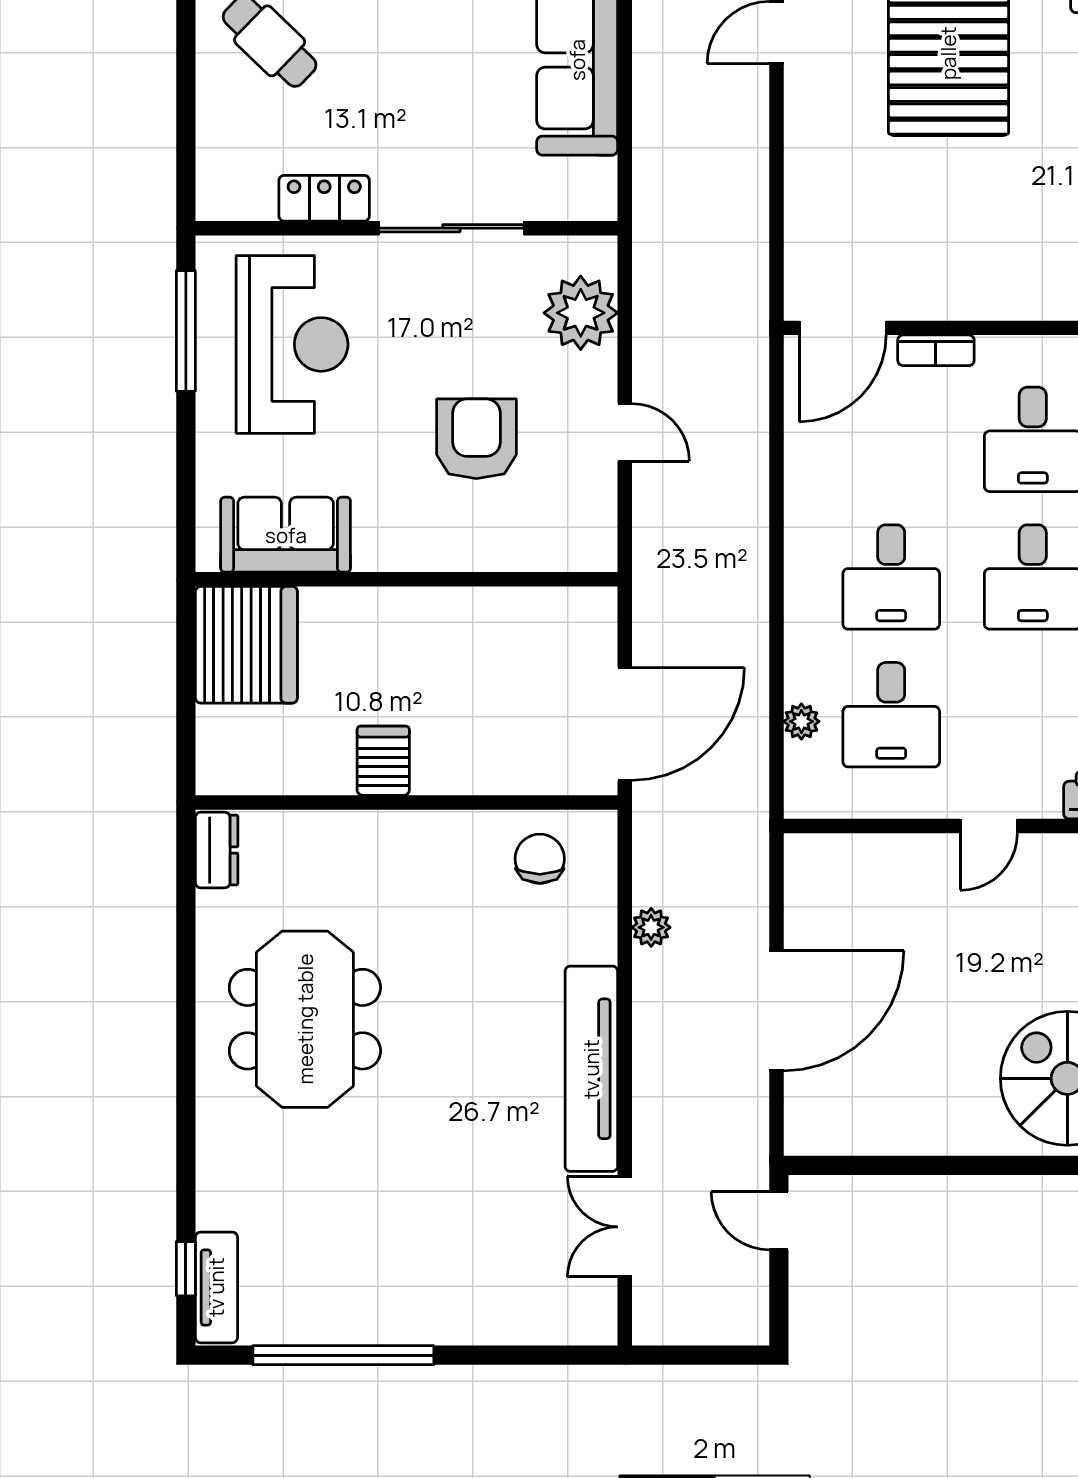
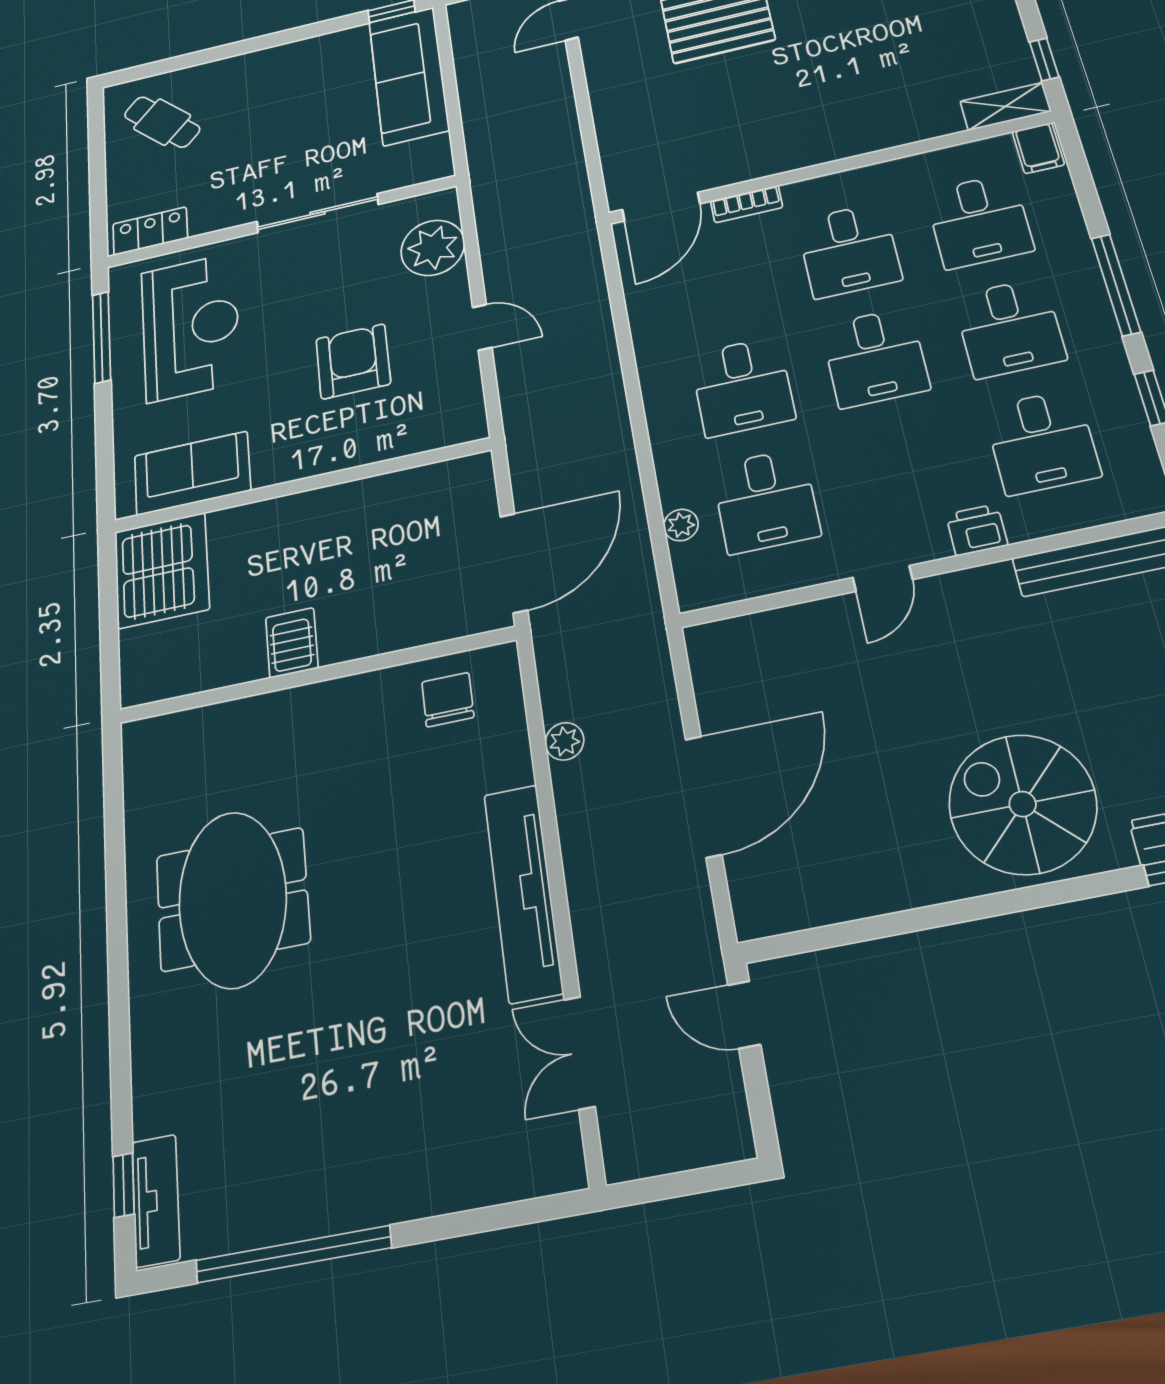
locker: (324, 198) -> (150, 231), moved
dresser: (217, 850) -> (141, 755), removed

